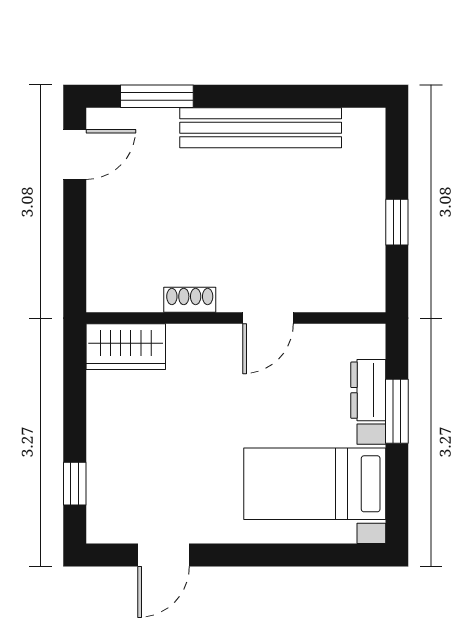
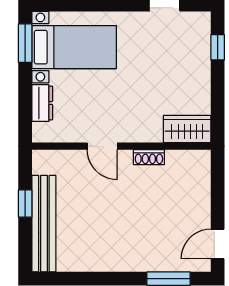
bench: (261, 128) -> (44, 224), moved, turned 90
door: (268, 318) -> (102, 146), swing flipped
window: (397, 411) -> (25, 43), moved

